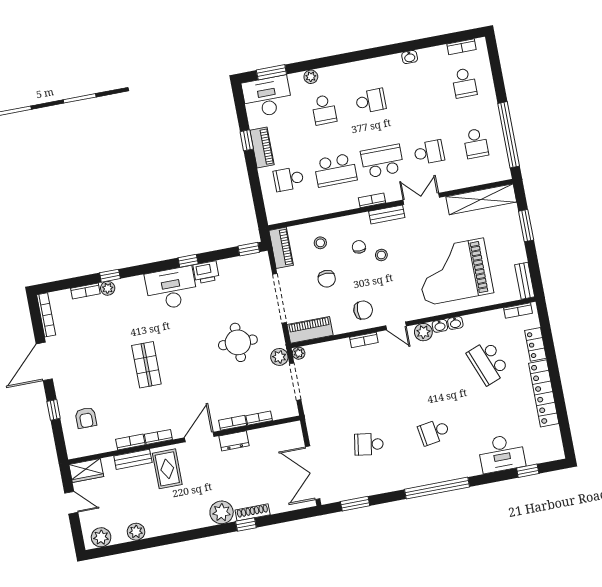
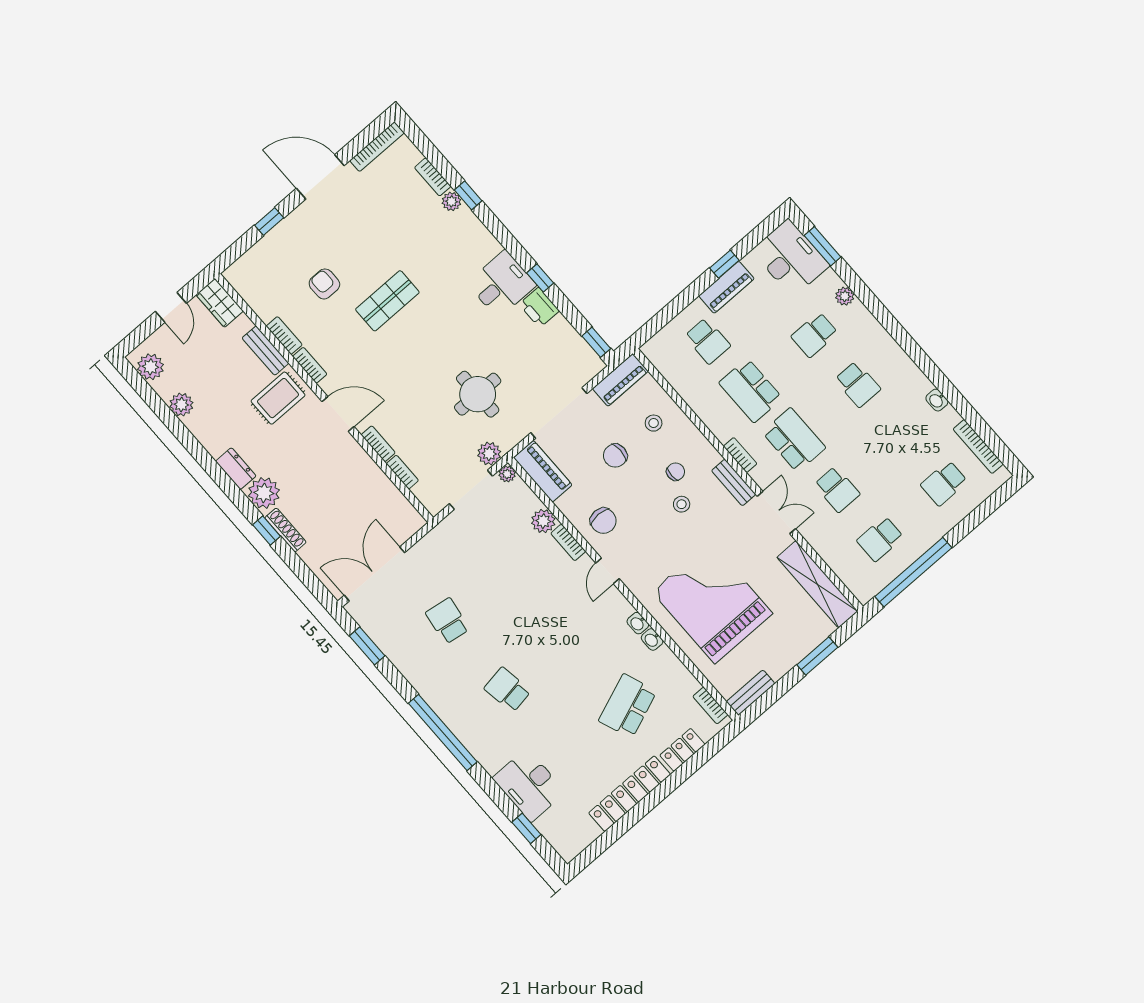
bookcase: (462, 47) -> (978, 447), width x1.56
school desk: (289, 179) -> (708, 341), turned 180
desk: (171, 288) -> (502, 284), width x0.73
plant: (423, 332) -> (543, 521), moved
armchair: (86, 418) -> (324, 284), moved, turned 90
dresser: (234, 441) -> (236, 469), moved, turned 180

